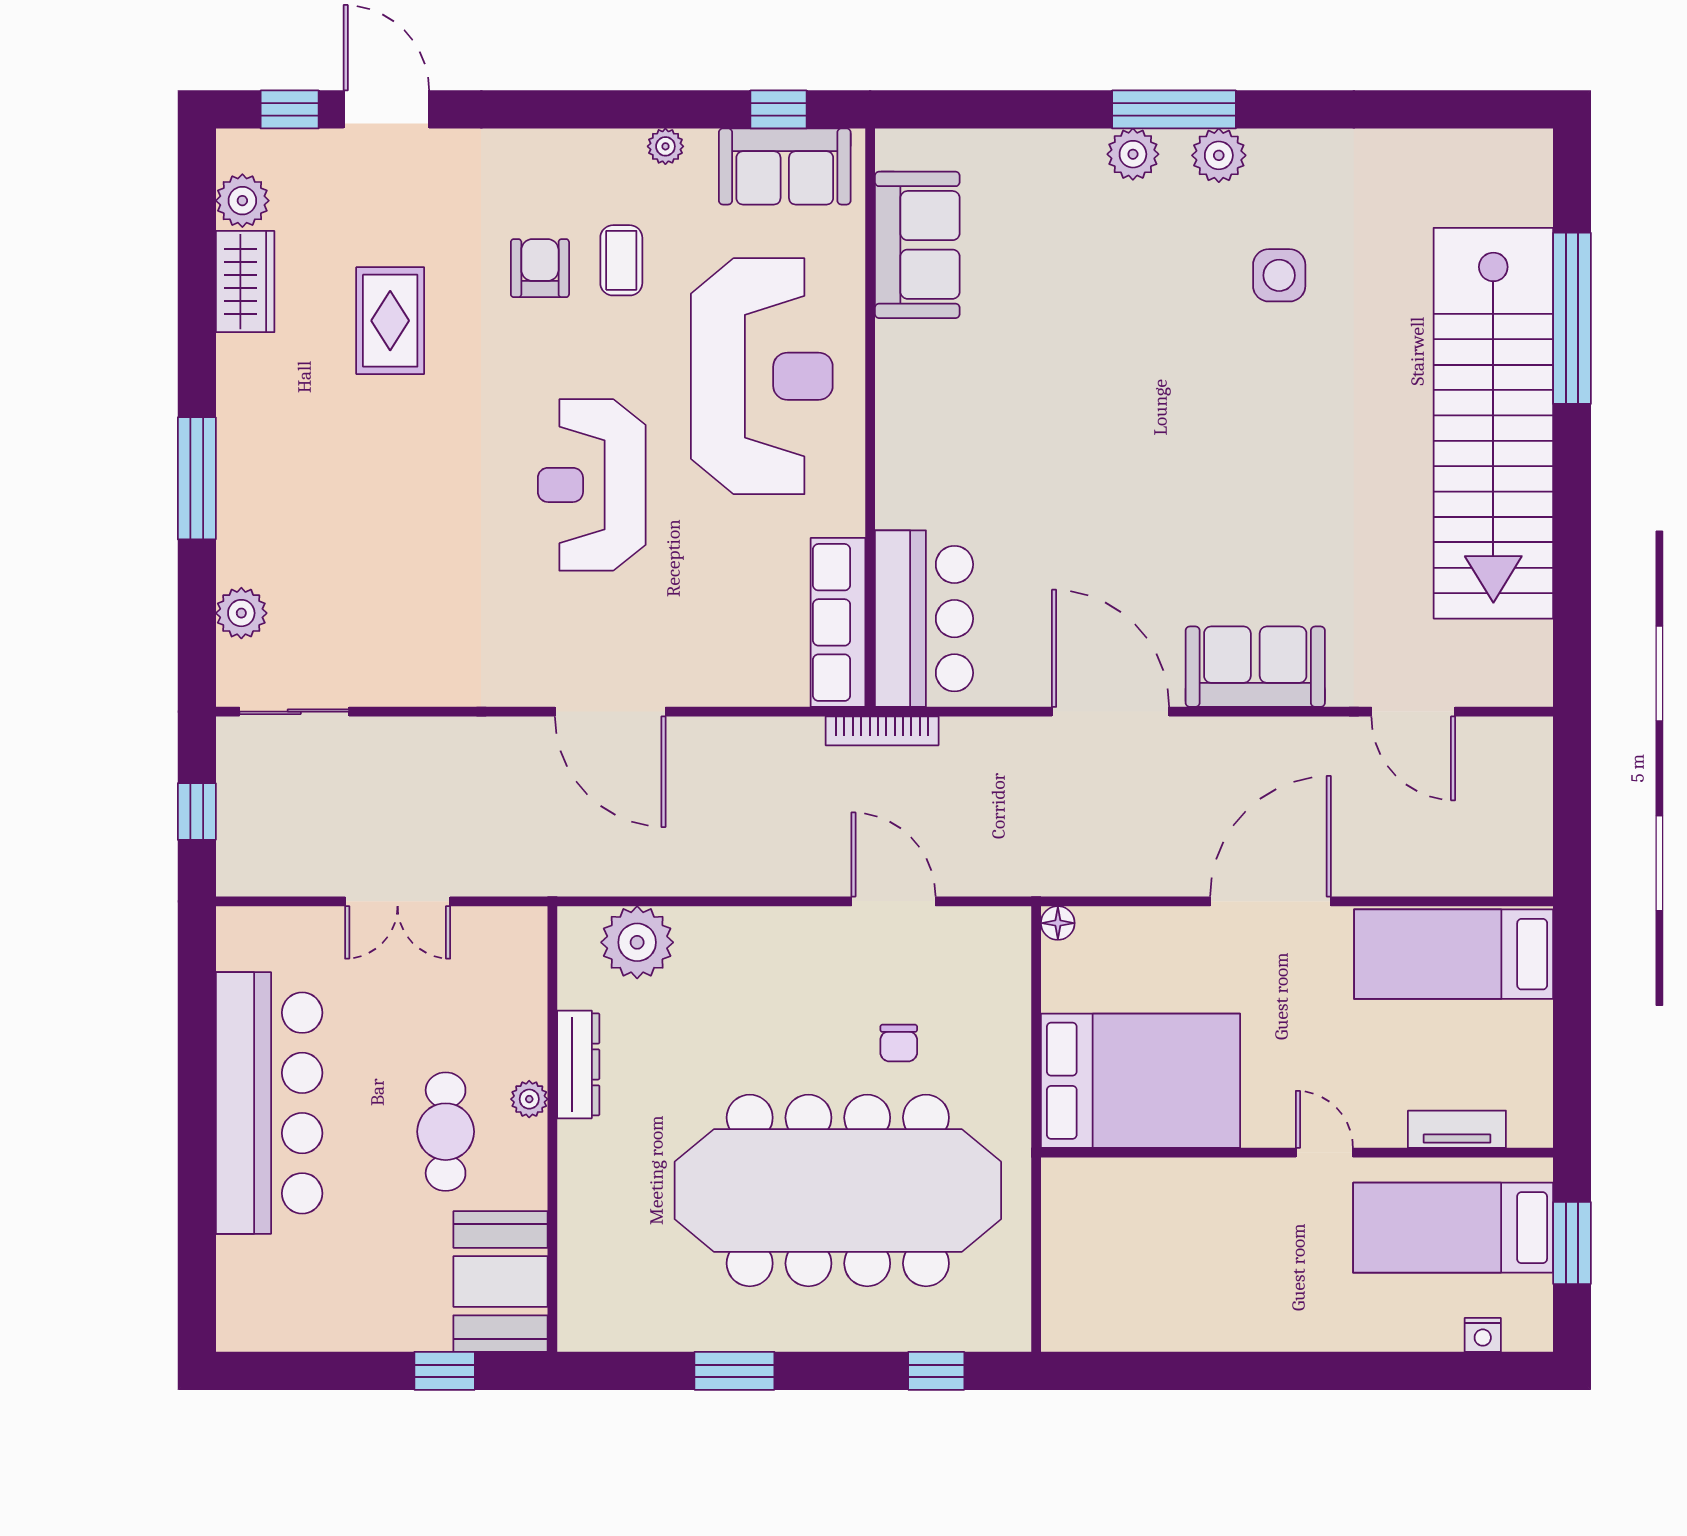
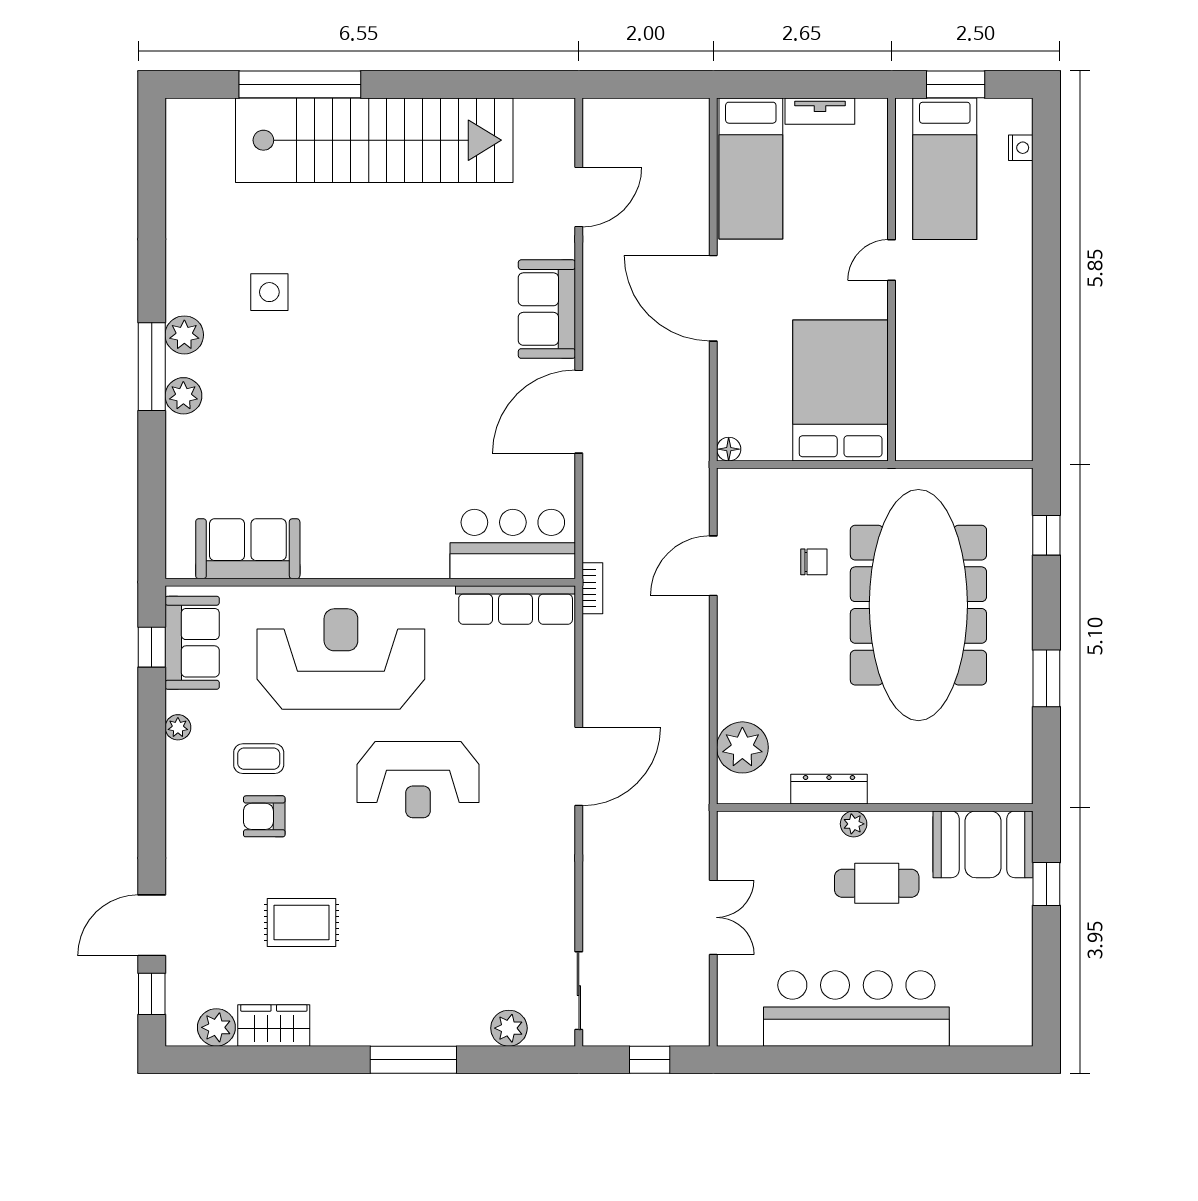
bookcase: (882, 731) -> (592, 588), width x0.64
tv unit: (1457, 1129) -> (820, 111), moved, turned -90

